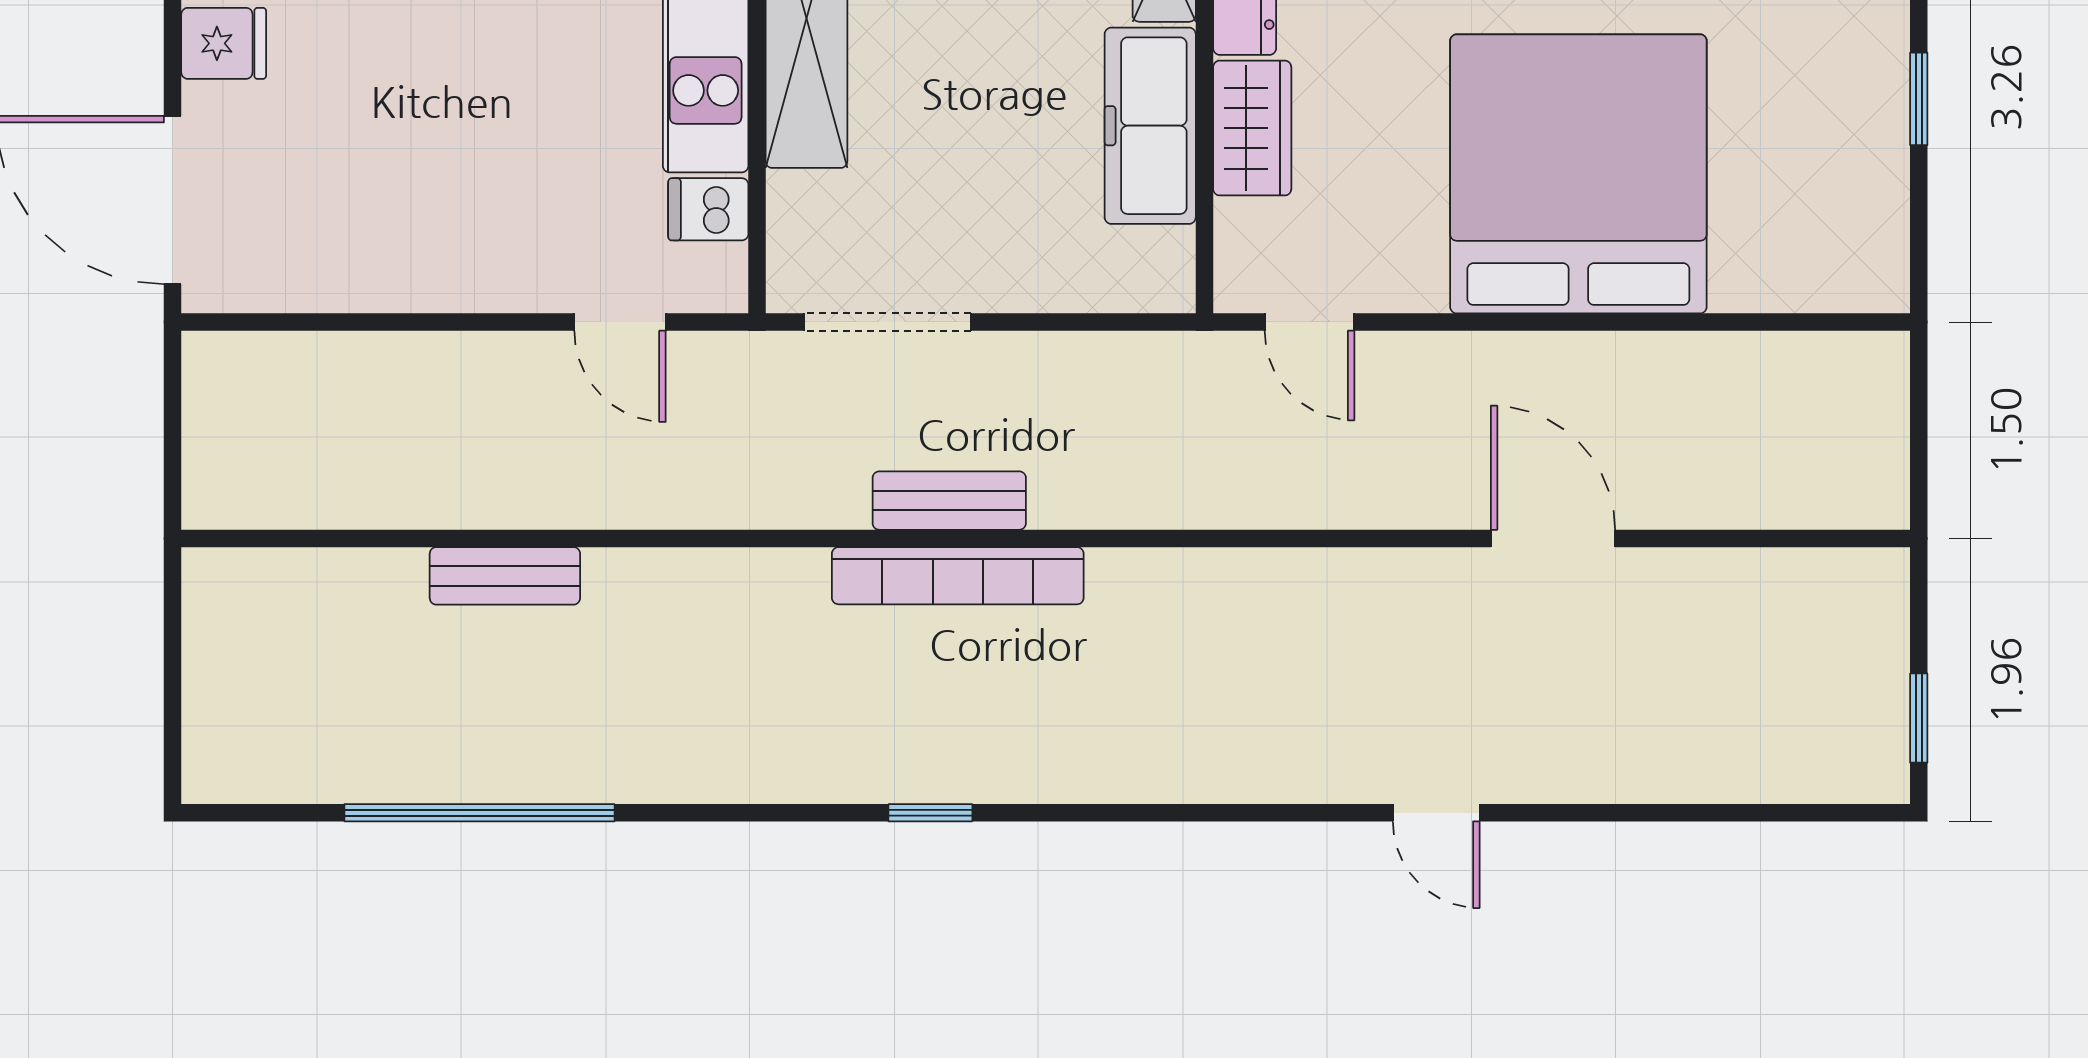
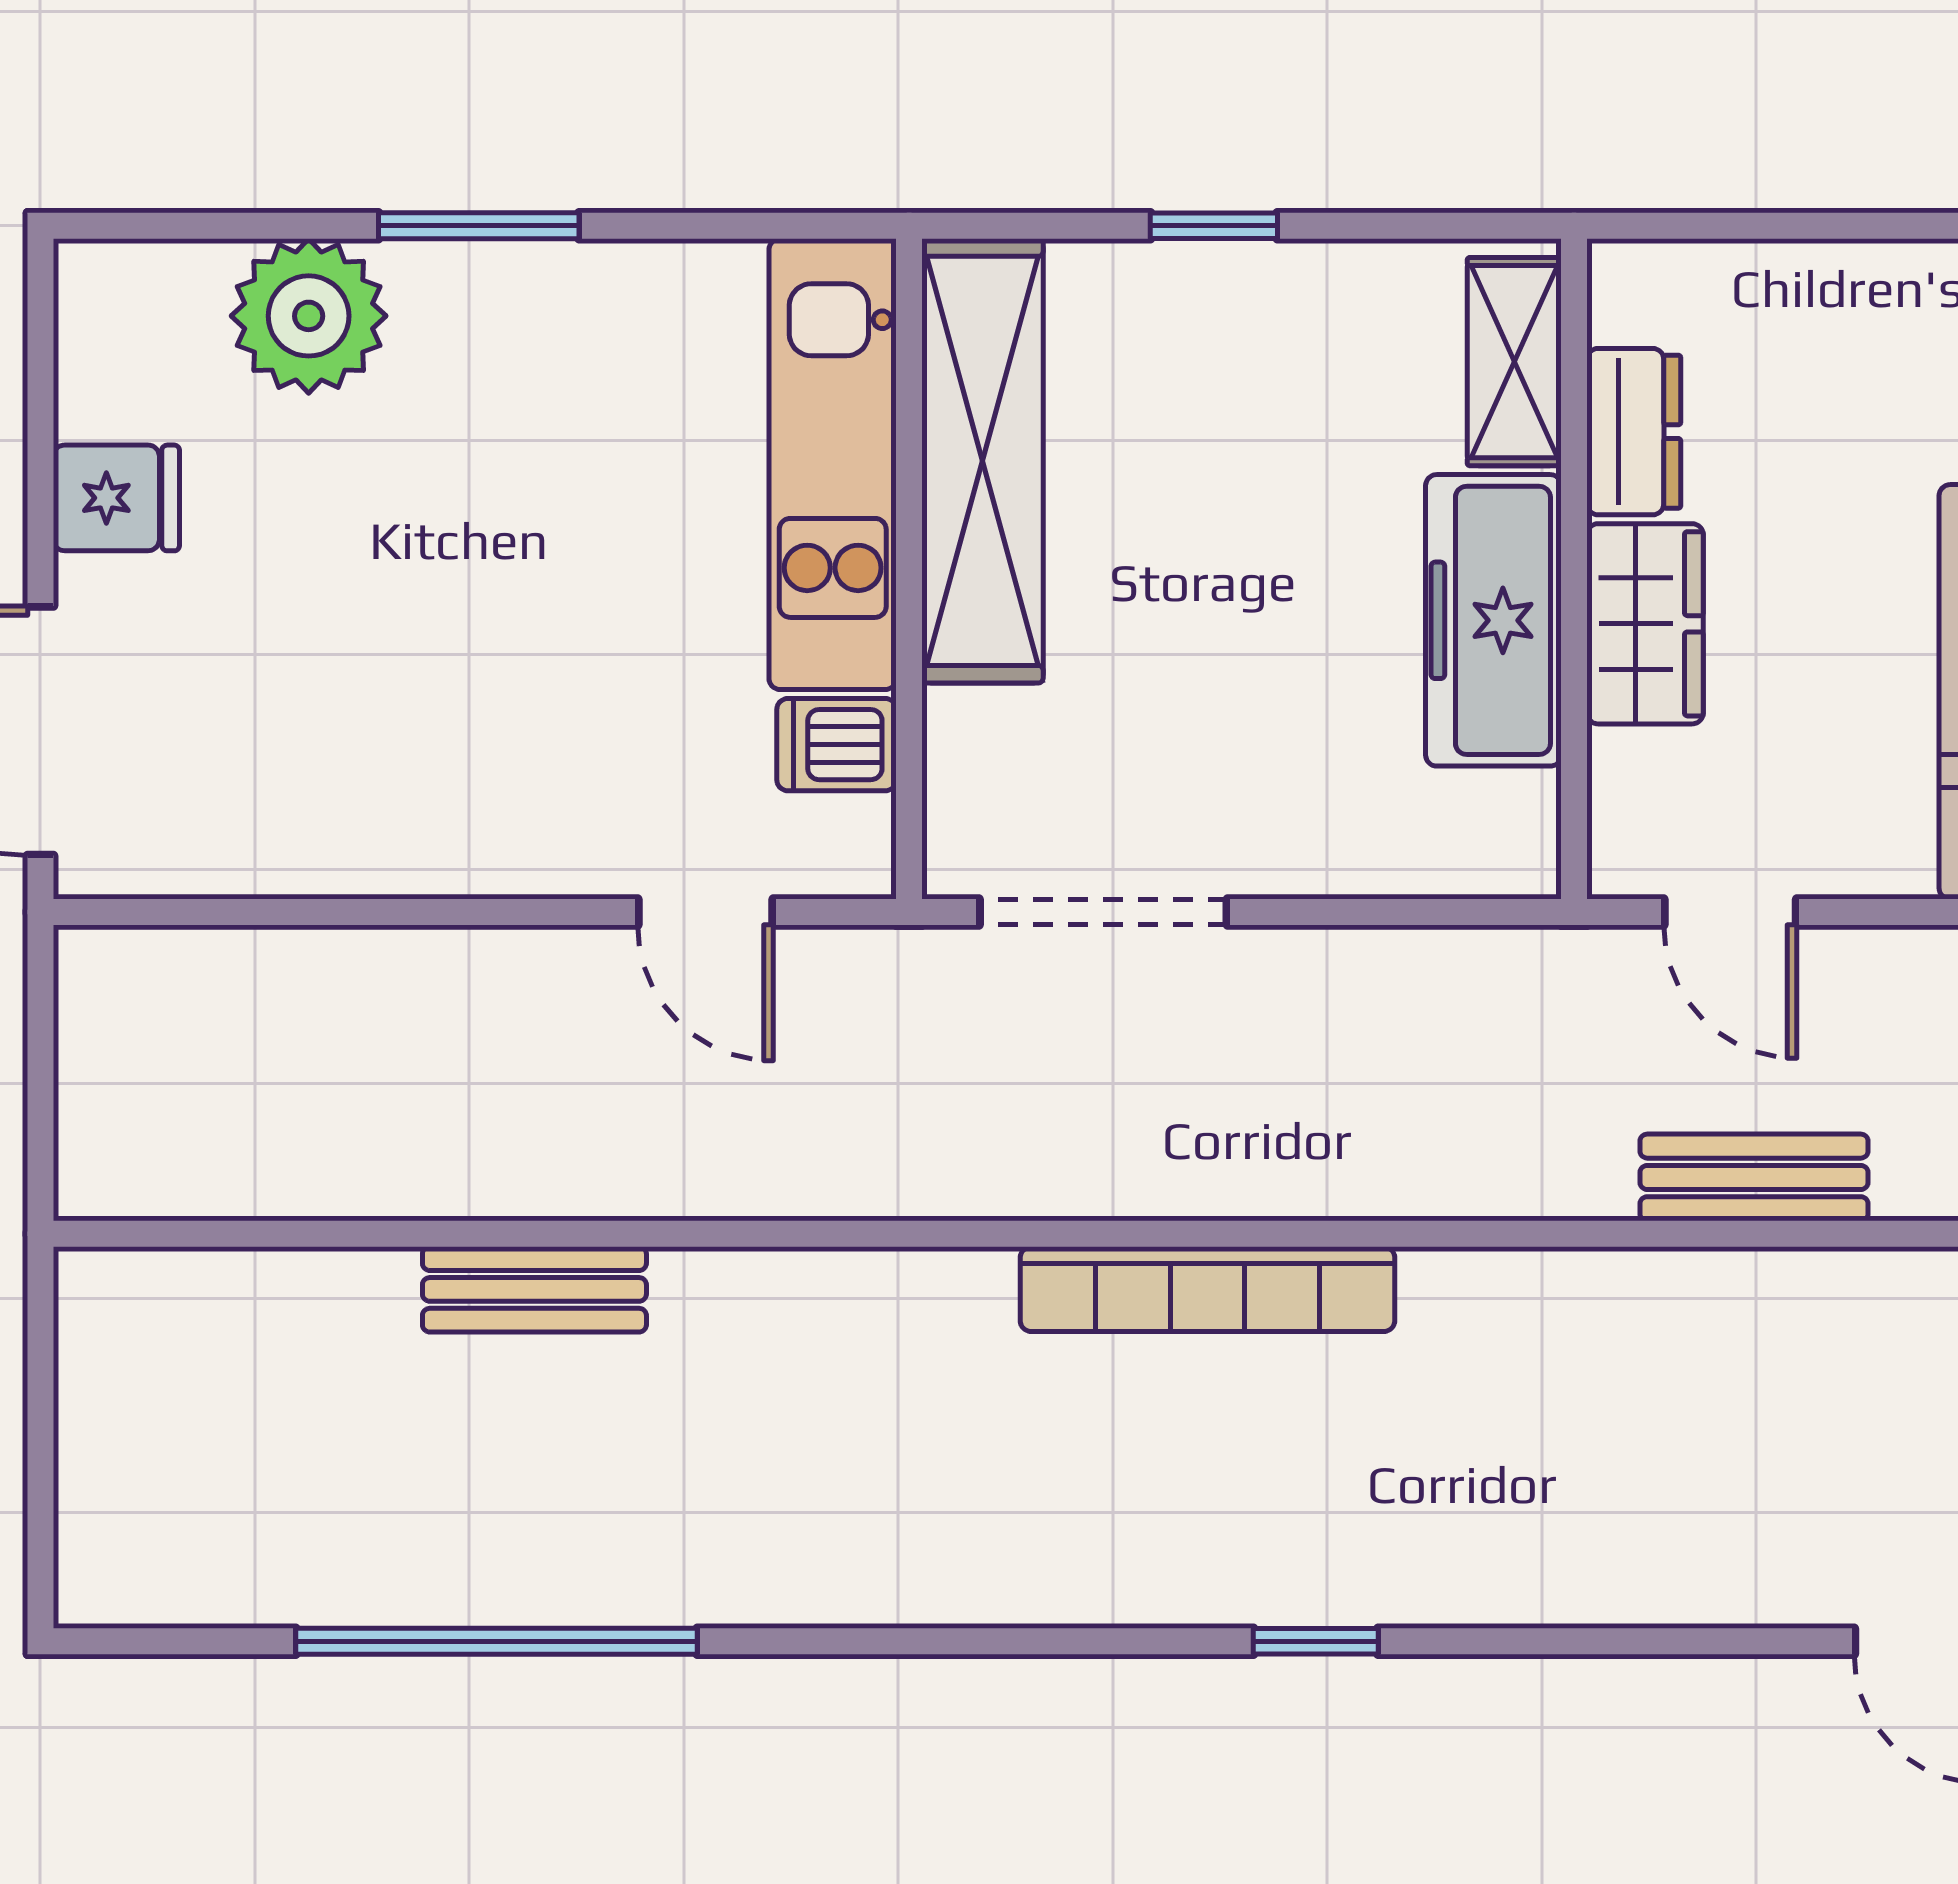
bench: (949, 501) -> (1754, 1177), moved
window: (930, 813) -> (1316, 1641), moved

